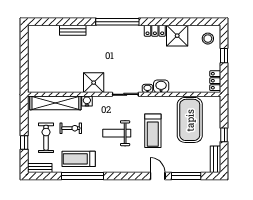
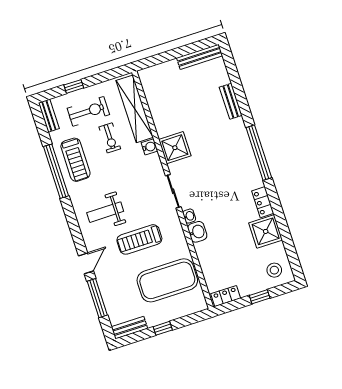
bench: (32, 42) -> (200, 57), added
weight bench: (117, 133) -> (105, 212), moved, turned -90
treadmill: (79, 159) -> (75, 160), turned 180

